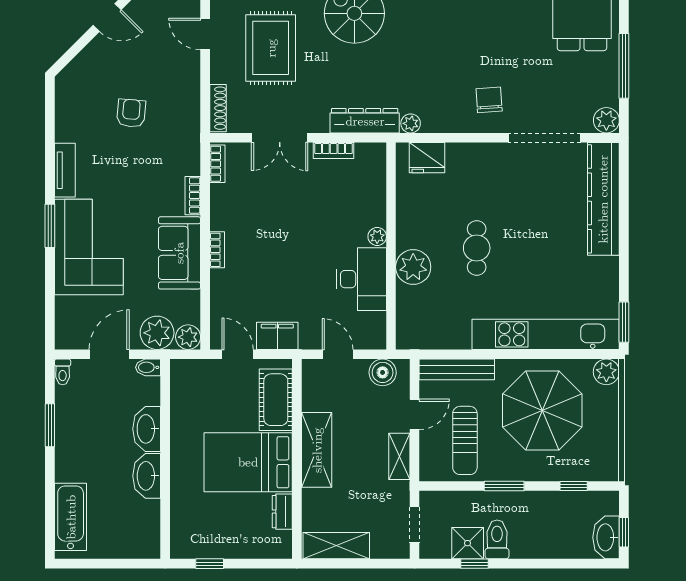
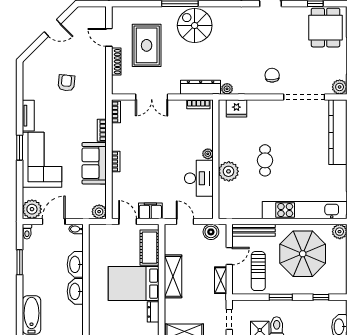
shoe rack: (218, 108) -> (116, 62), moved
bookcase: (334, 151) -> (198, 104), moved
plant: (157, 333) -> (32, 209), moved

